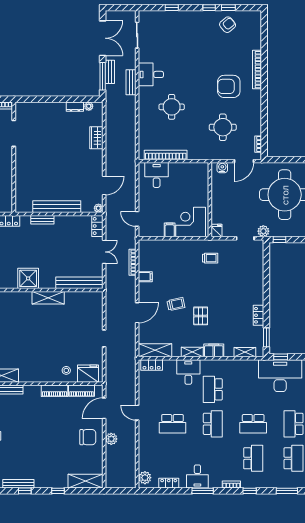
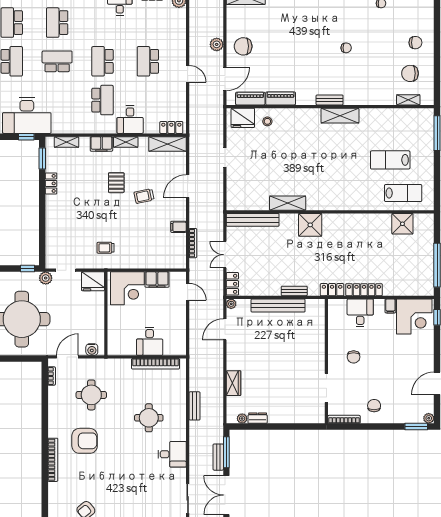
bench: (131, 82) -> (195, 406), moved
desk: (157, 175) -> (150, 341), moved
filing cabinet: (170, 230) -> (157, 280), width x2.00
fridge: (217, 230) -> (93, 281), width x1.88, depth x1.34
school desk: (172, 424) -> (148, 61), turned -90

